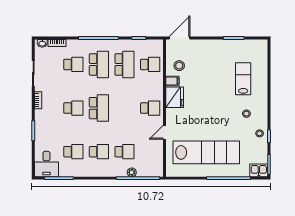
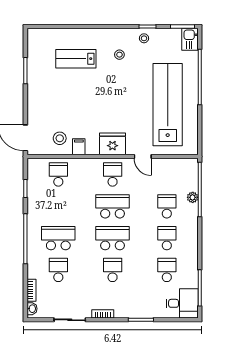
school desk: (124, 64) -> (113, 206), moved
fridge: (175, 97) -> (112, 144), moved

